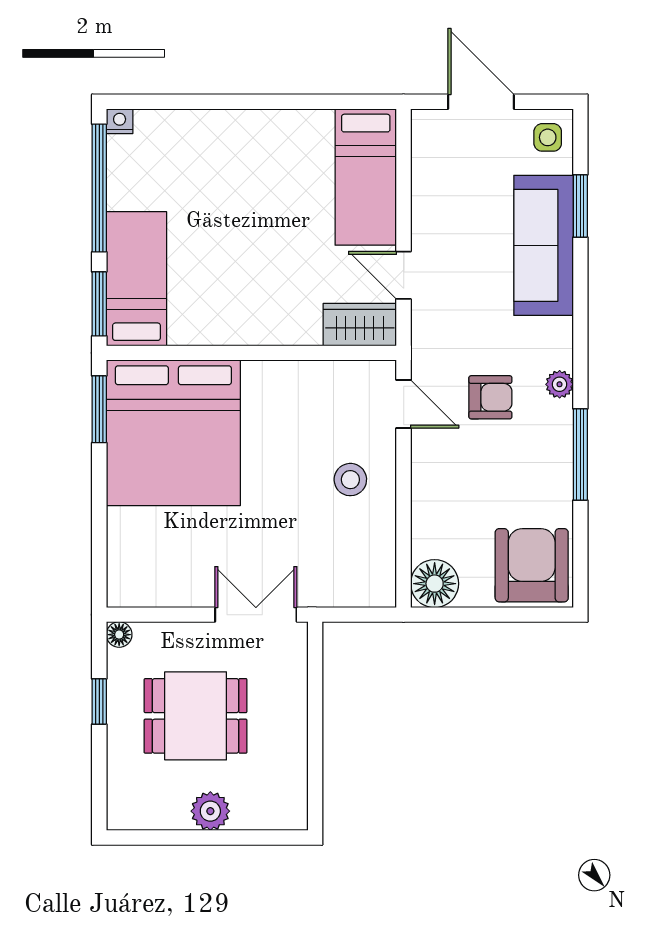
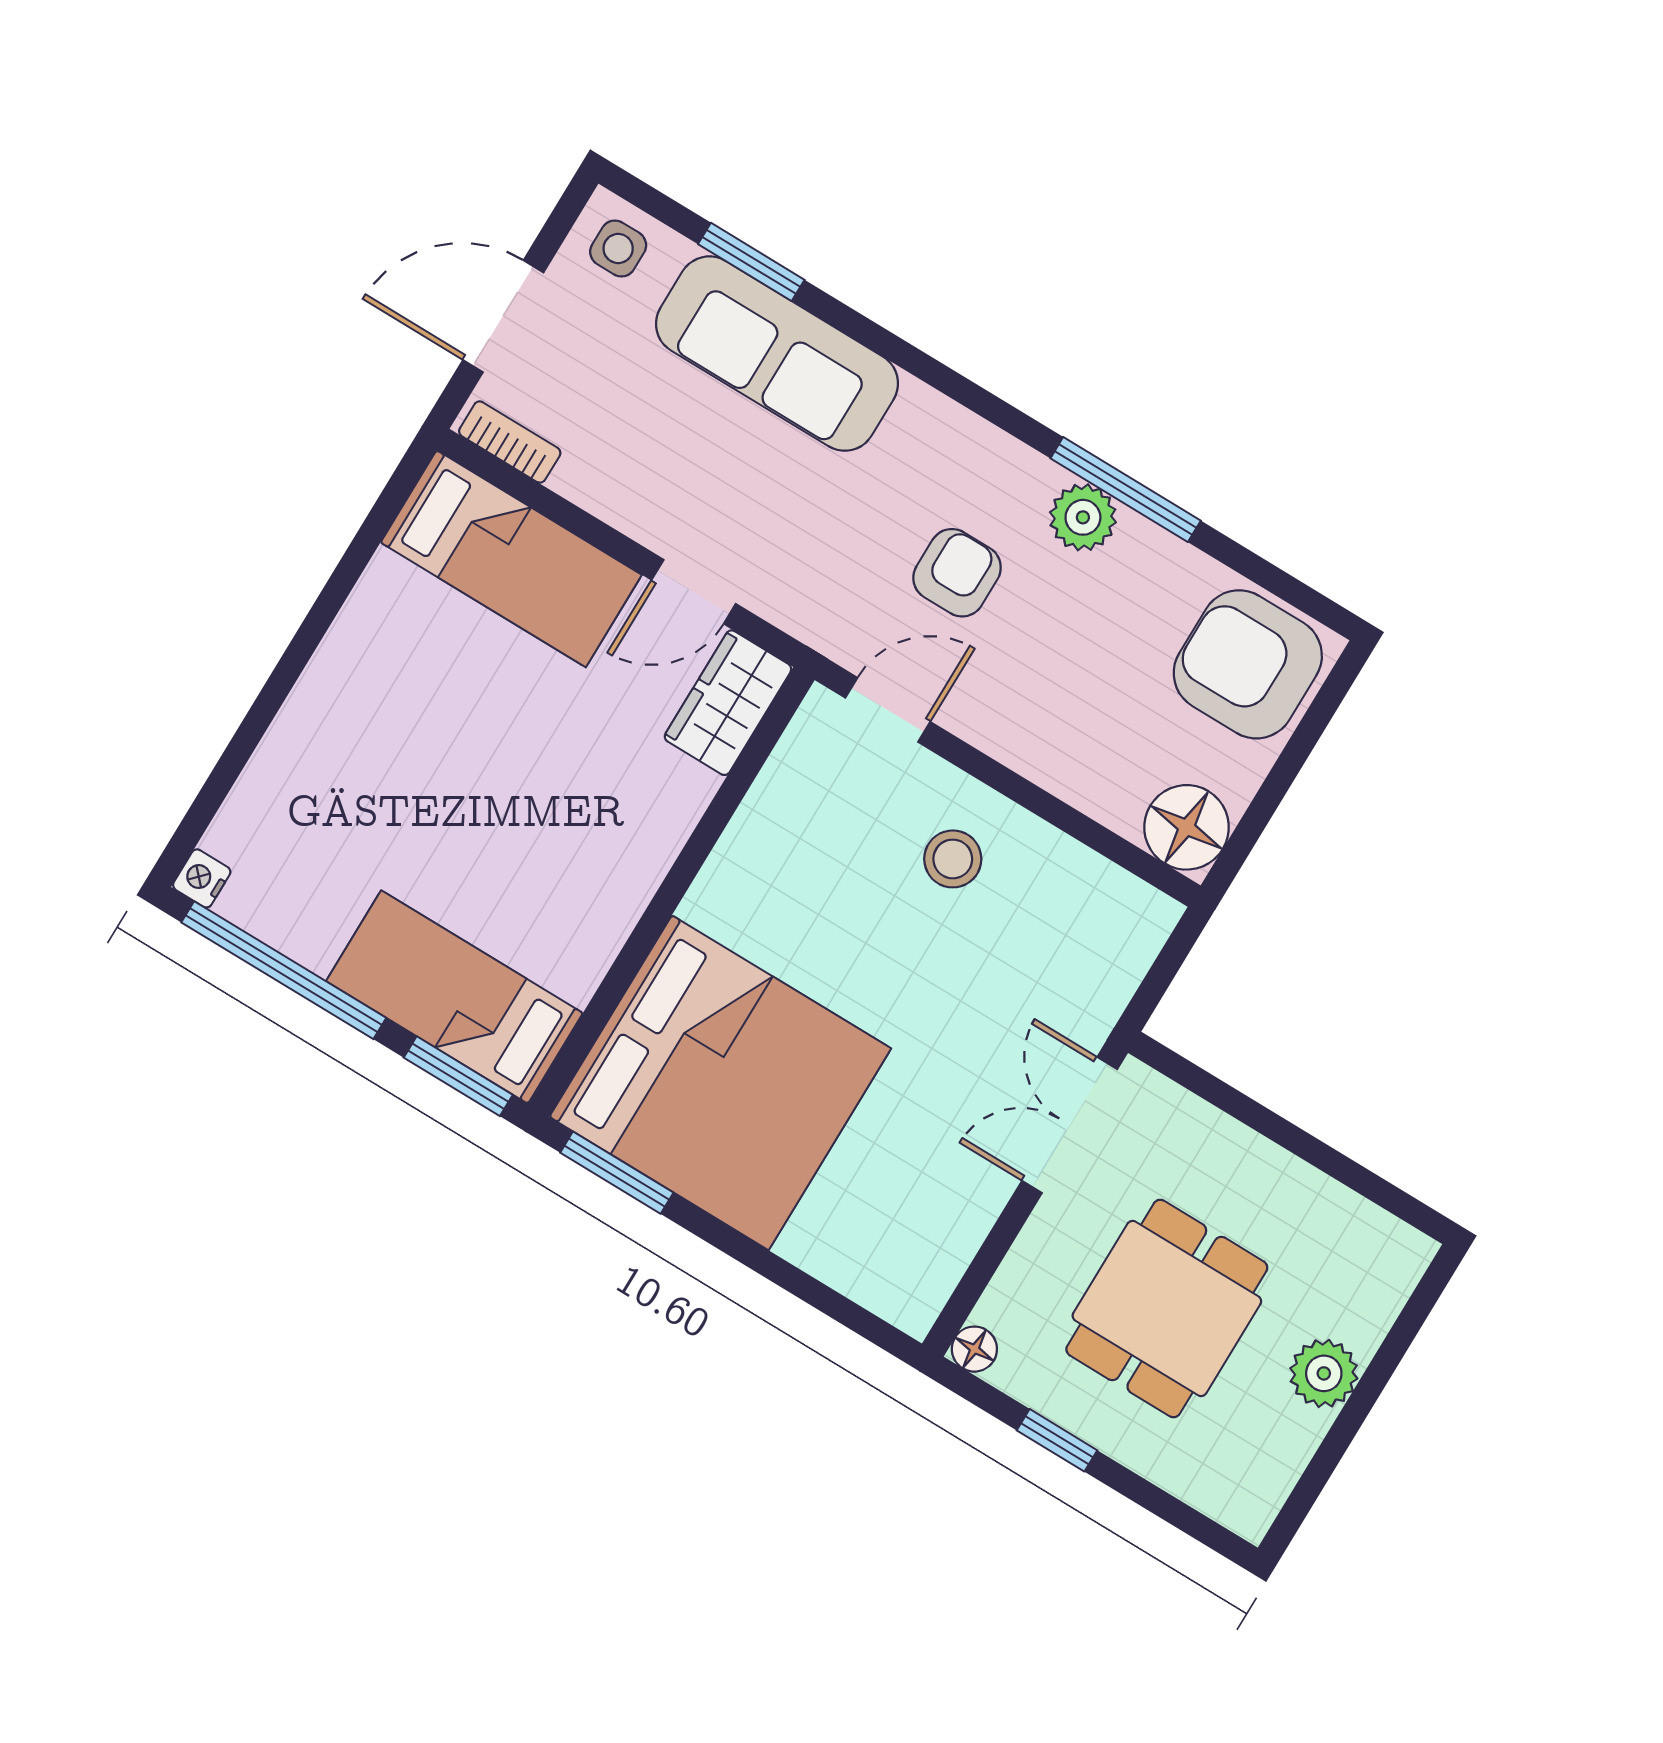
bookcase: (422, 142) -> (510, 442), added
plant: (560, 384) -> (1083, 517), moved, width x1.38, depth x1.38

